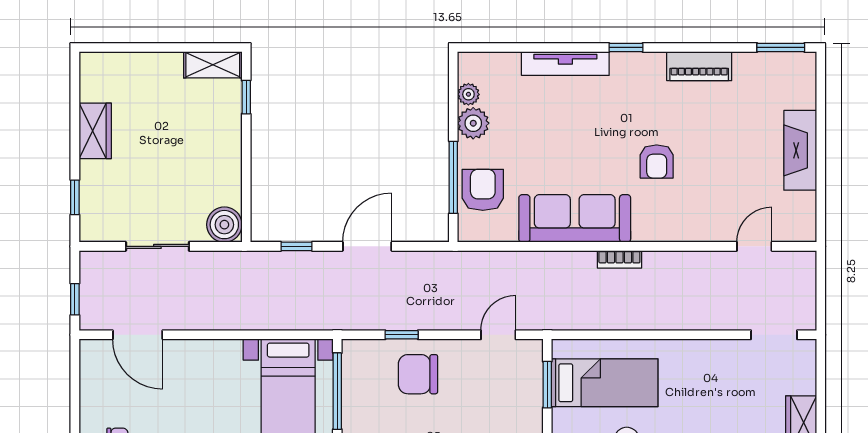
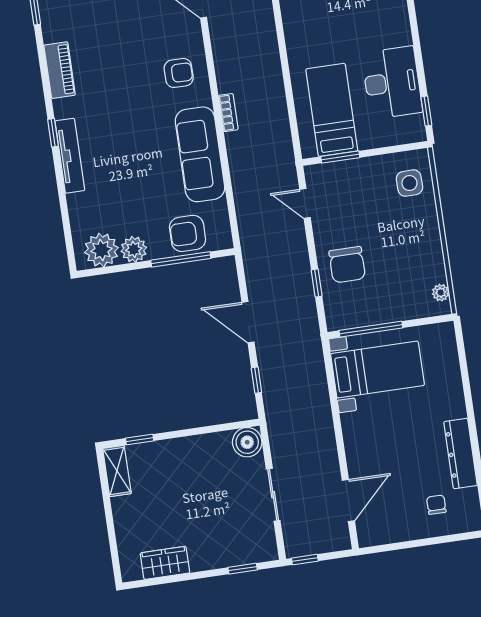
tv unit: (565, 64) -> (70, 156), moved
plant: (468, 94) -> (101, 250), width x1.88, depth x1.88
wardrobe: (95, 131) -> (165, 563), moved
armchair: (657, 162) -> (179, 73), moved
window: (75, 299) -> (305, 560), moved

